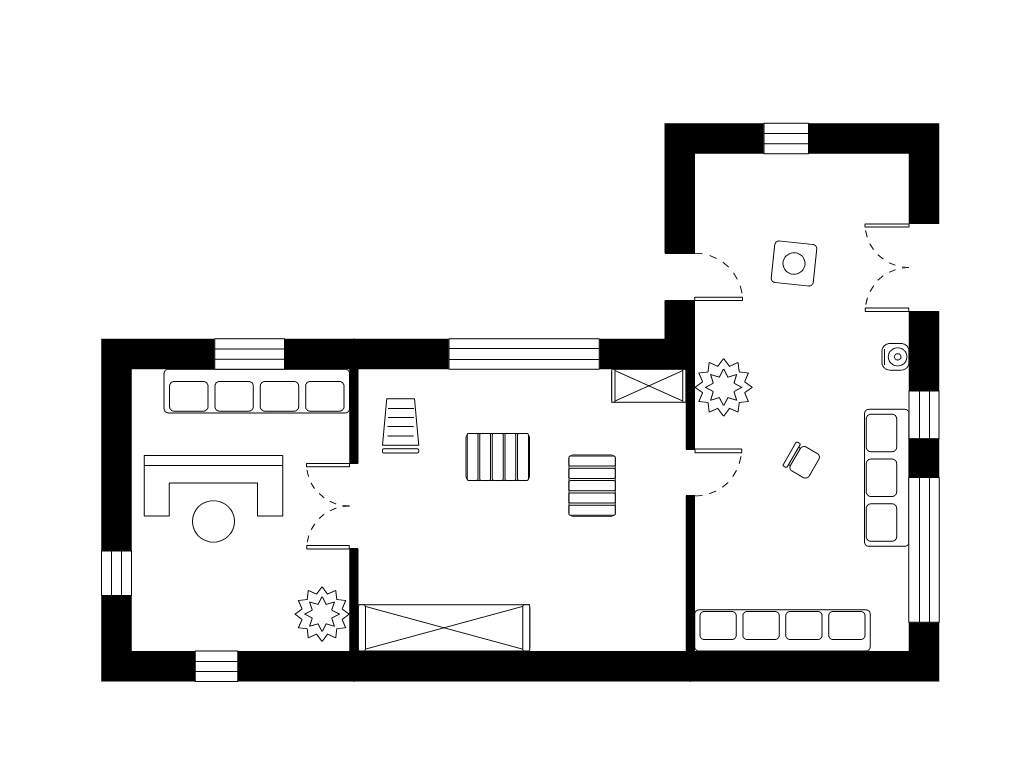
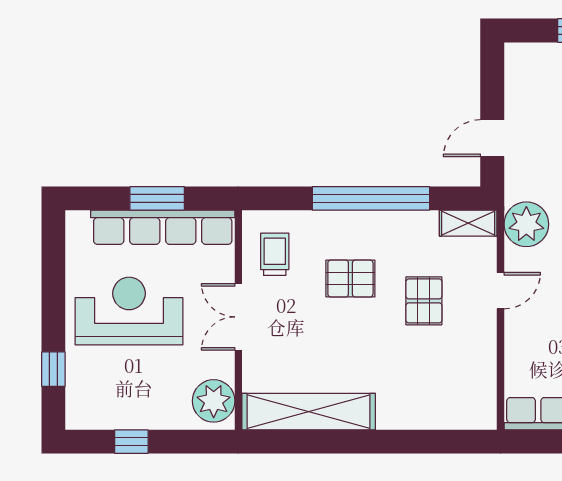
door: (680, 277) -> (492, 138), swing flipped
reception desk: (213, 499) -> (129, 311), turned 180

